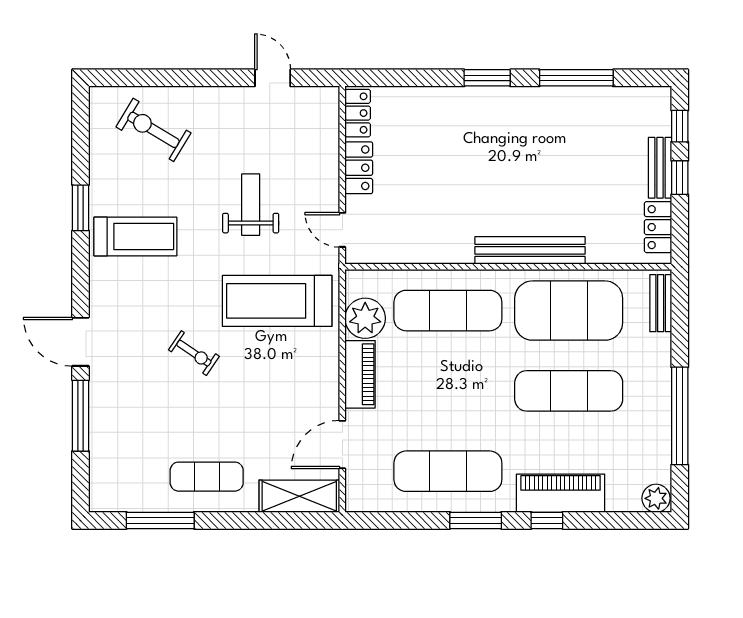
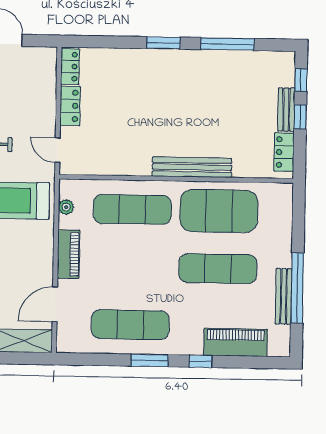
bench: (661, 303) -> (283, 296), moved, width x1.36
plant: (365, 318) -> (66, 207), width x0.53, depth x0.53
piano: (561, 493) -> (236, 342), moved
plant: (656, 498) -> (279, 347), removed

